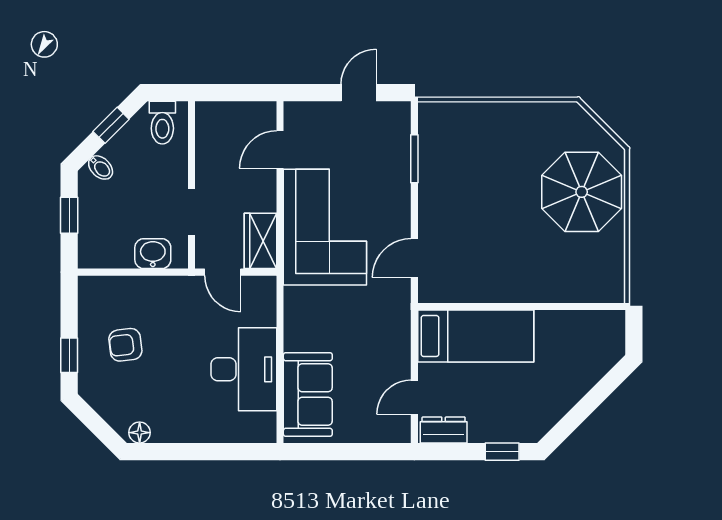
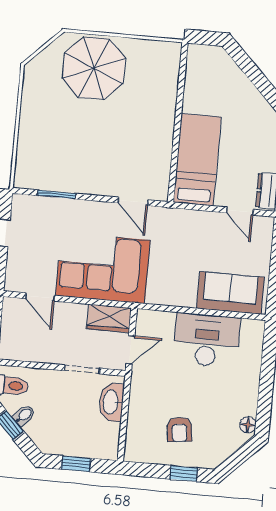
bidet: (101, 167) -> (24, 415), moved
washbasin: (153, 254) -> (111, 402), width x1.38

